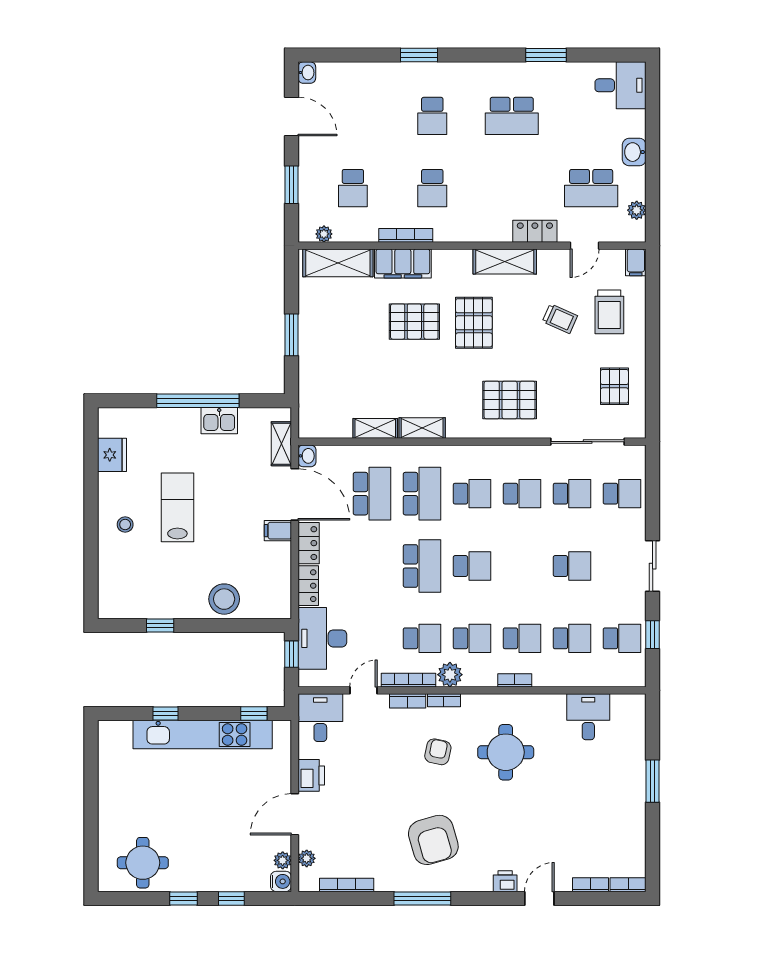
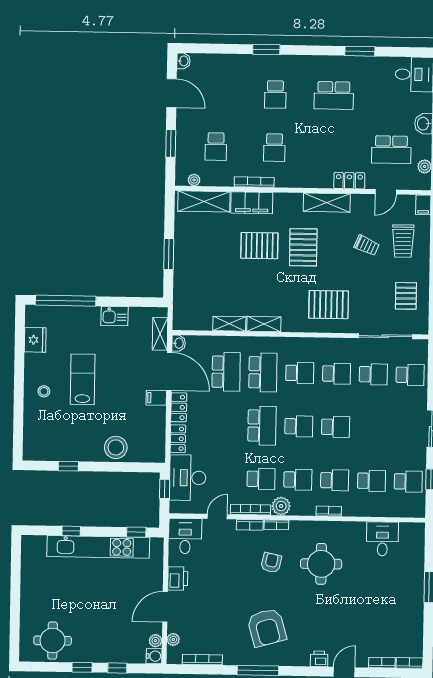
window: (198, 401) -> (66, 301), moved
school desk: (572, 566) -> (336, 427), moved

